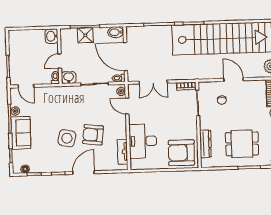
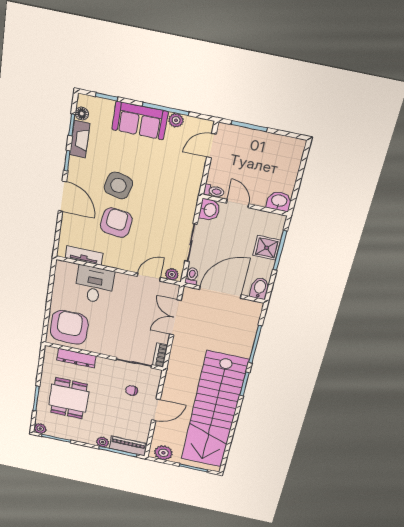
desk: (143, 141) -> (94, 285), width x0.73
fireplace: (42, 168) -> (80, 139), added

